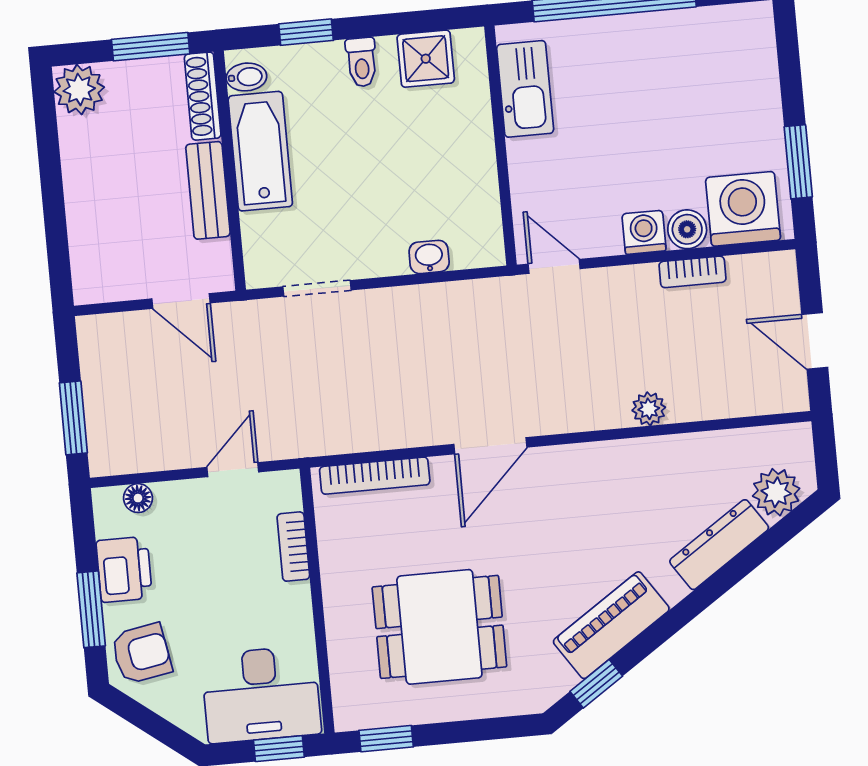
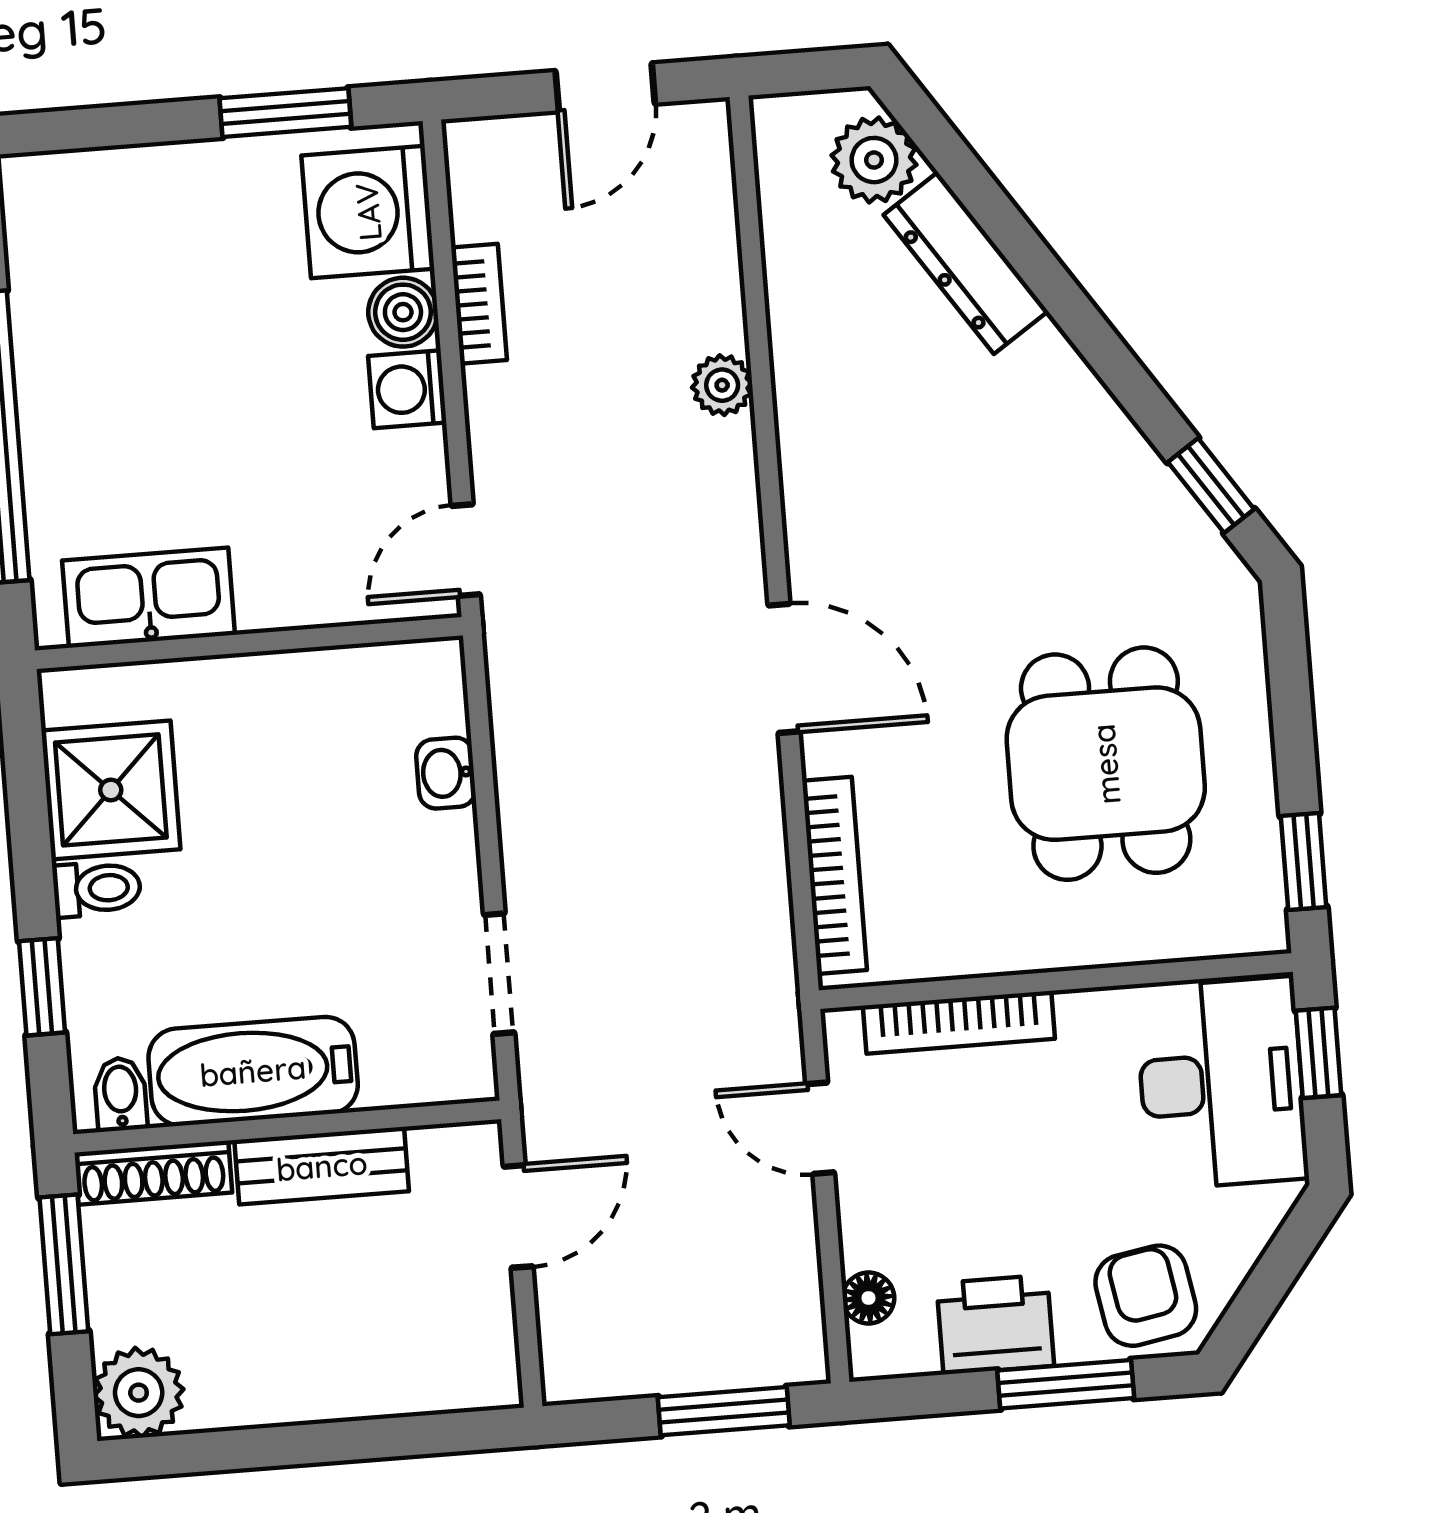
shower: (426, 59) -> (111, 790), width x1.36, depth x1.36
bookcase: (293, 547) -> (959, 1022), width x1.56
piano: (611, 625) -> (1107, 457), removed

